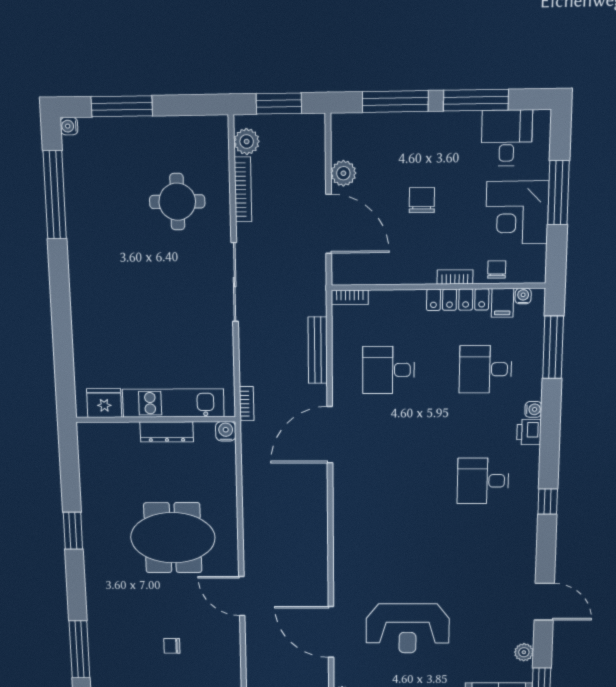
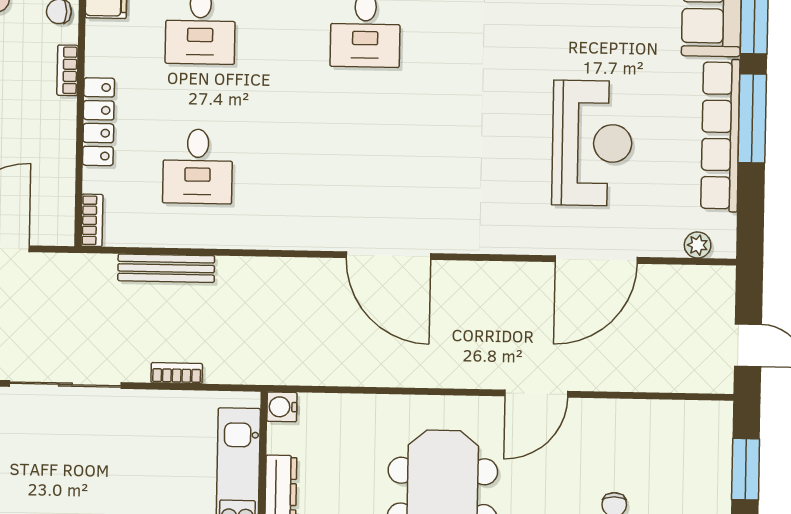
locker: (458, 300) -> (99, 122), moved
bookcase: (247, 404) -> (177, 373), moved
door: (330, 435) -> (388, 256), moved

